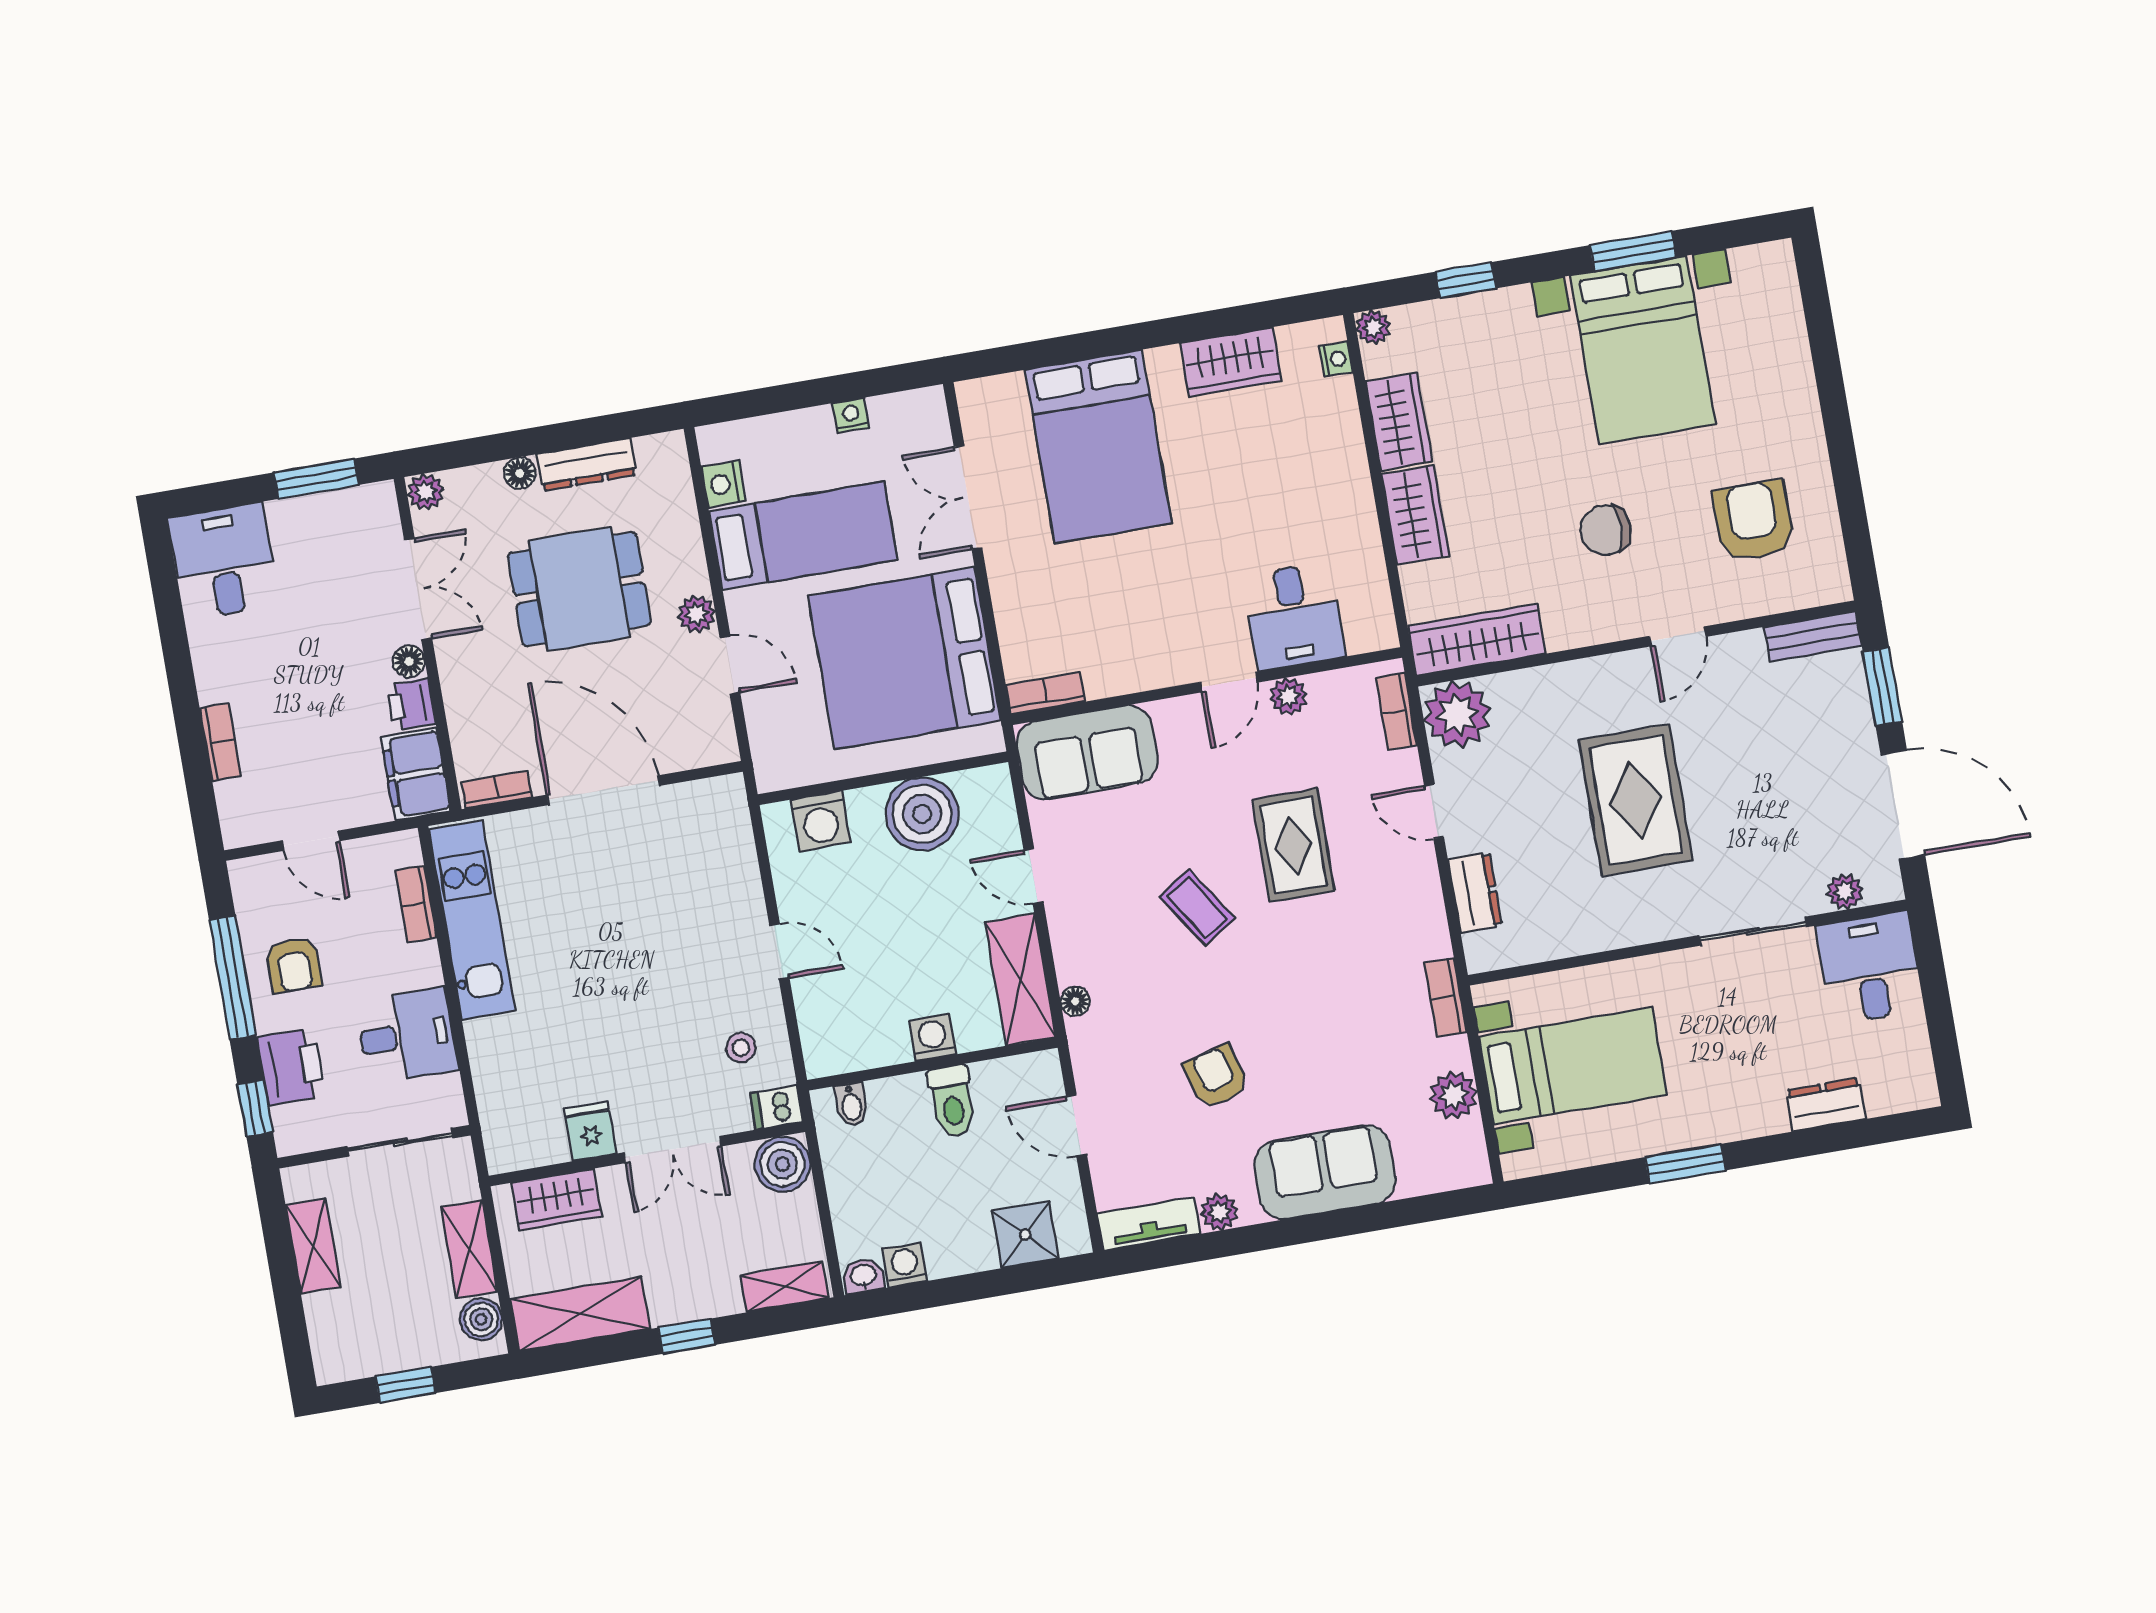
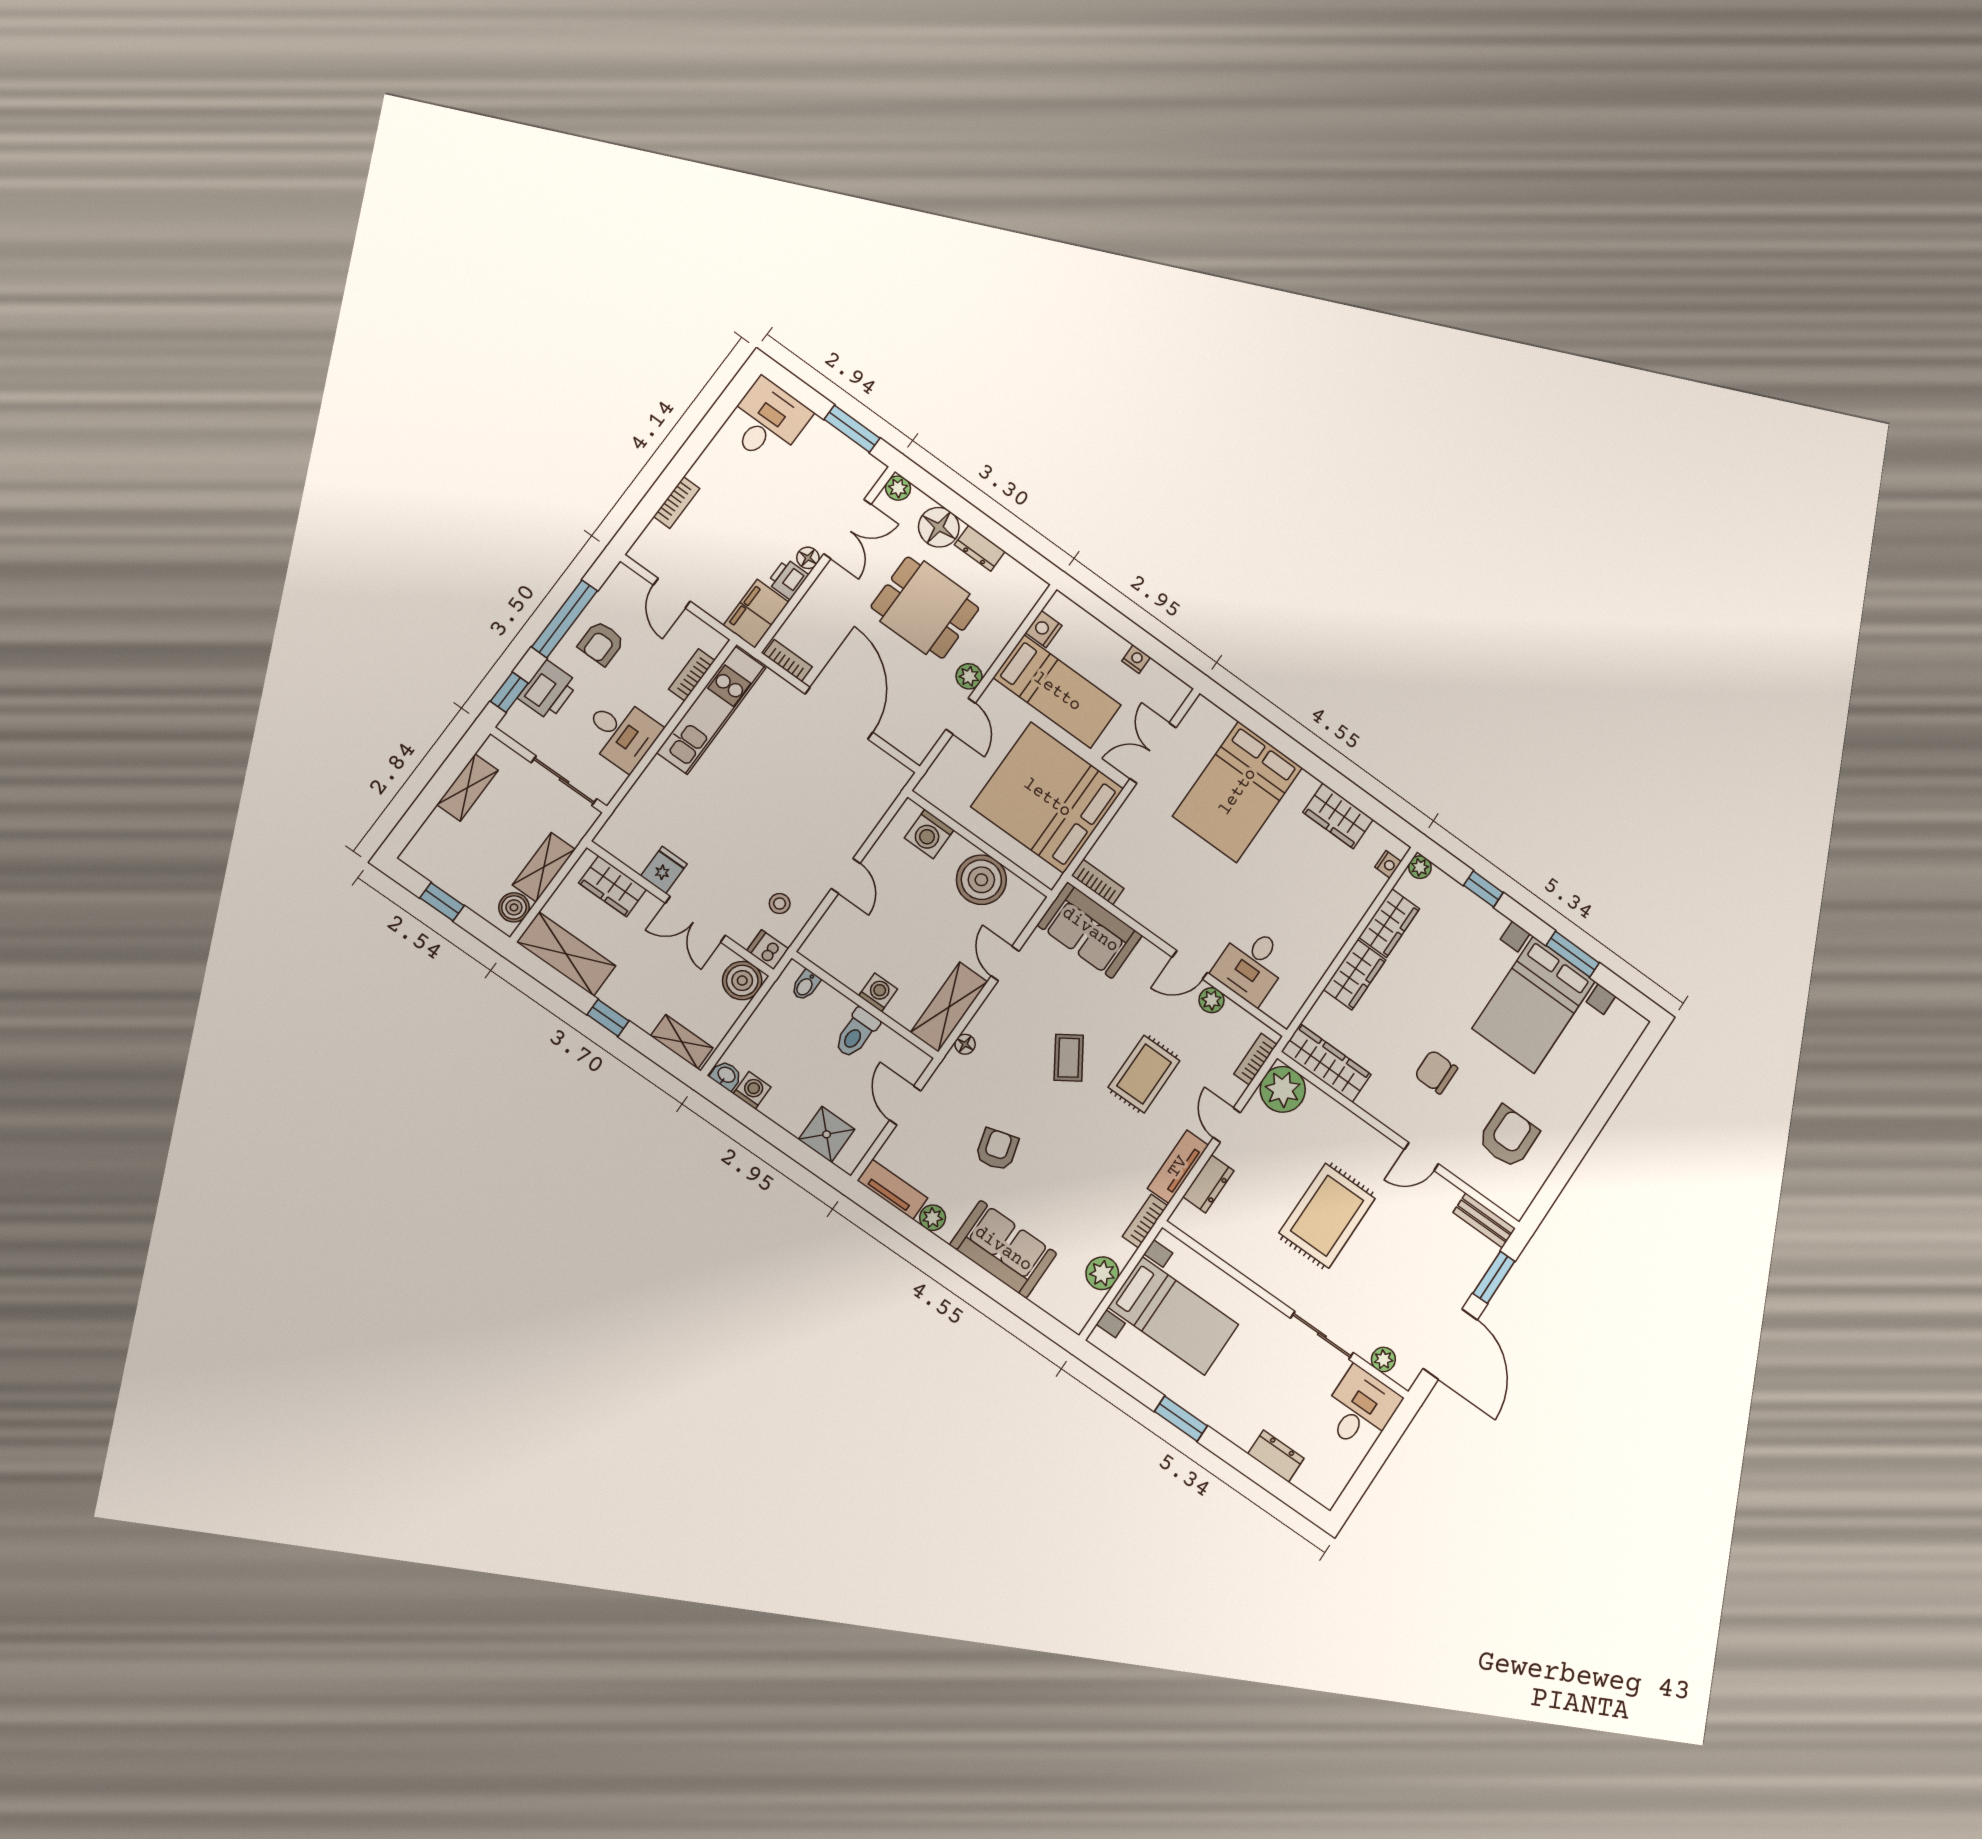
dresser: (587, 465) -> (980, 548), width x0.70
floor lamp: (520, 473) -> (939, 527), width x1.89, depth x1.89
tv unit: (1425, 906) -> (1178, 1167), added

